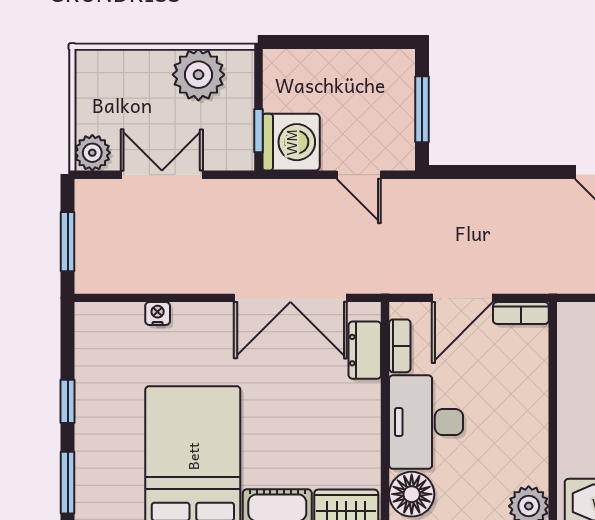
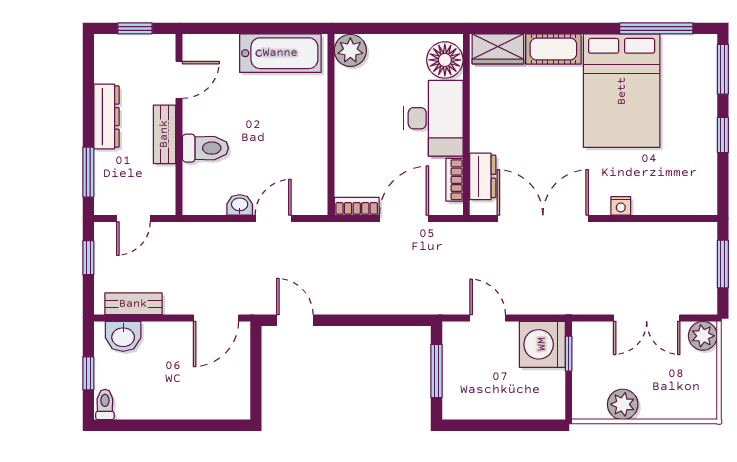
plant: (198, 75) -> (623, 404), width x0.73, depth x0.73
nightstand: (158, 313) -> (621, 206), moved

